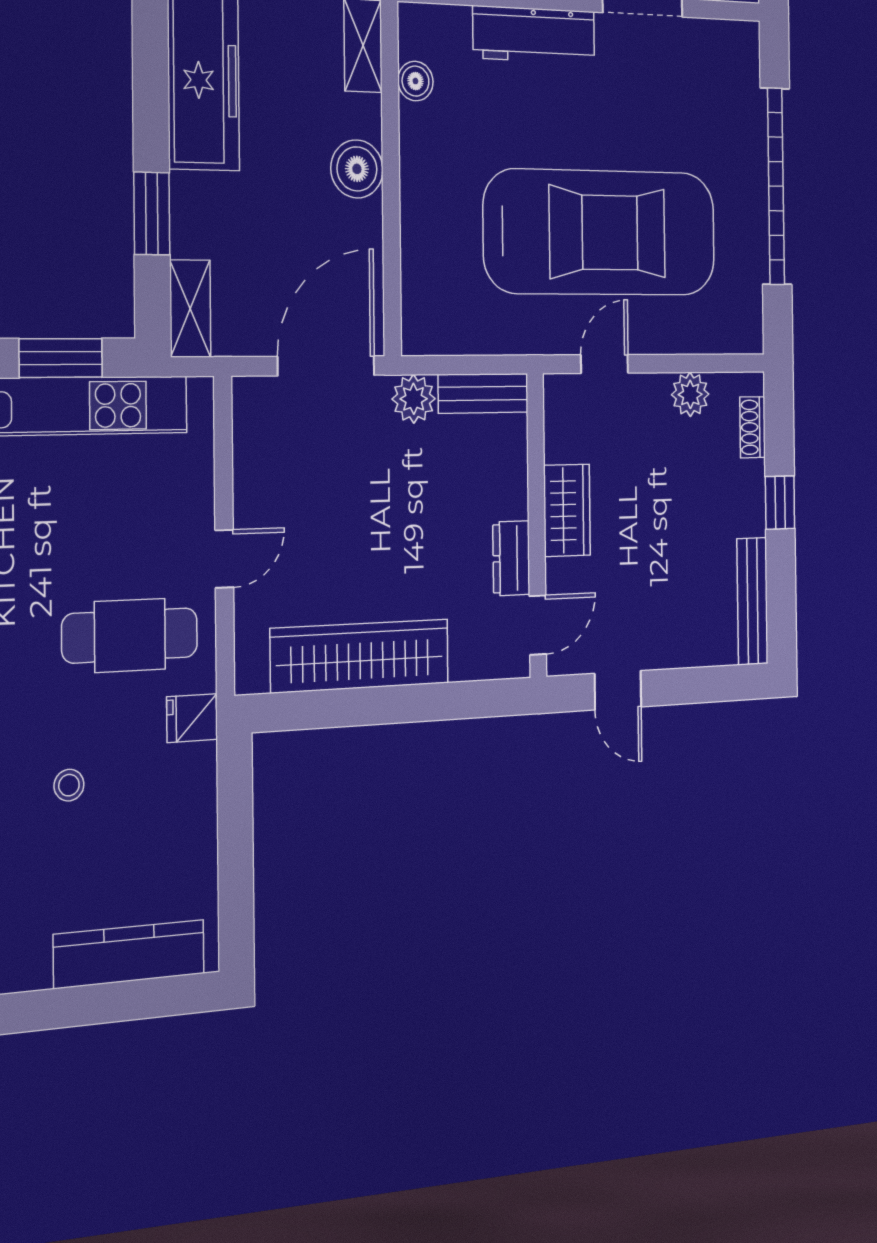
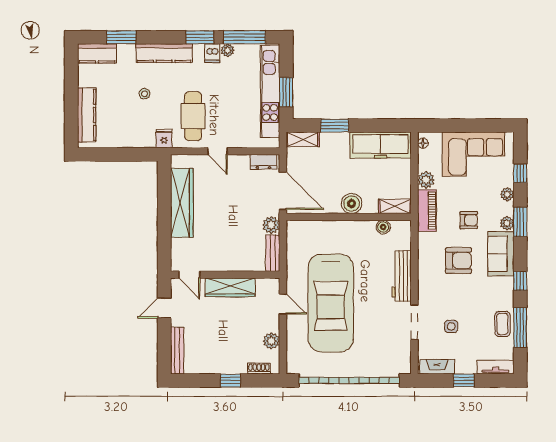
garage door: (776, 186) -> (349, 380), width x1.36
wardrobe: (567, 510) -> (230, 287), width x1.50
dresser: (511, 558) -> (263, 162), moved, turned 180
bench: (752, 601) -> (177, 351), moved, turned 90

